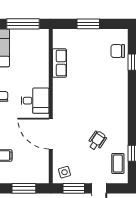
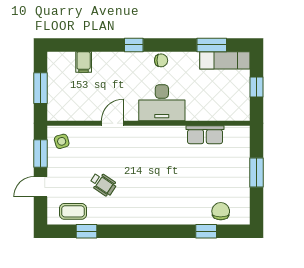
window: (23, 24) -> (256, 87), width x0.46
desk: (35, 101) -> (162, 103), width x1.37
door: (51, 134) -> (112, 123), width x0.53

